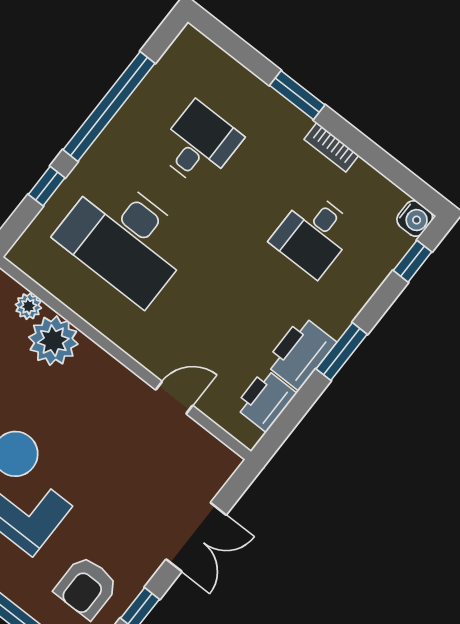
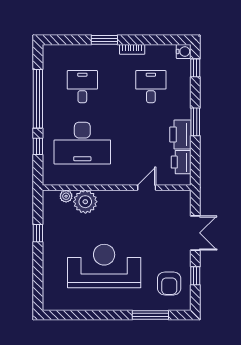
desk: (314, 234) -> (151, 87), turned 180

